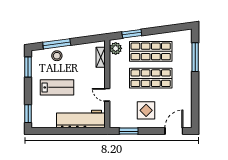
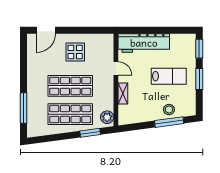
shelving: (101, 57) -> (123, 94), moved
window: (28, 67) -> (199, 79), moved
lab bench: (57, 87) -> (169, 76), turned 180
window: (129, 131) -> (93, 30), removed

